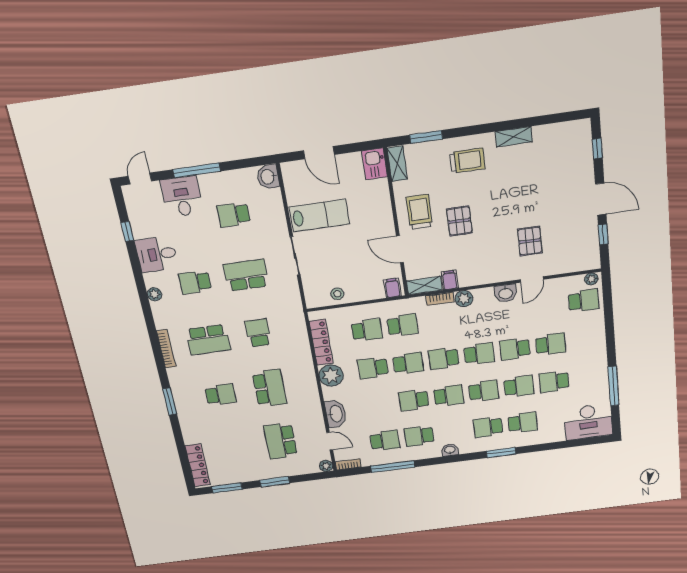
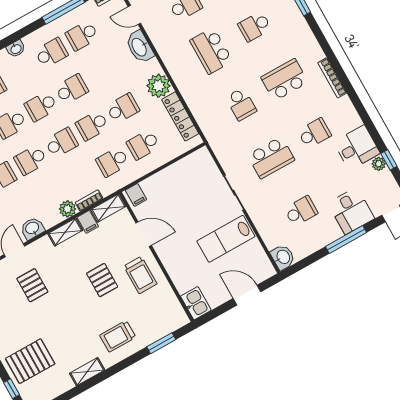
shelving: (397, 164) -> (65, 232), moved, turned 90
pallet: (566, 169) -> (30, 361), added
plant: (154, 294) -> (379, 164), moved
stool: (337, 294) -> (183, 170), removed
bookcase: (166, 349) -> (332, 78), moved

